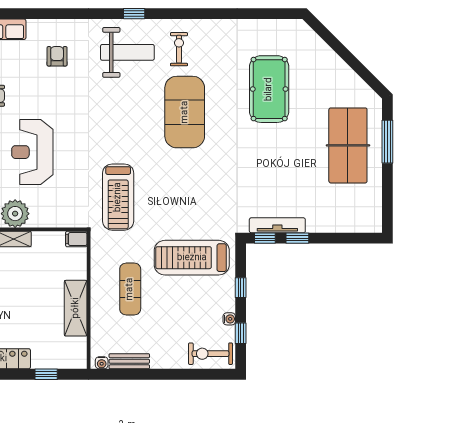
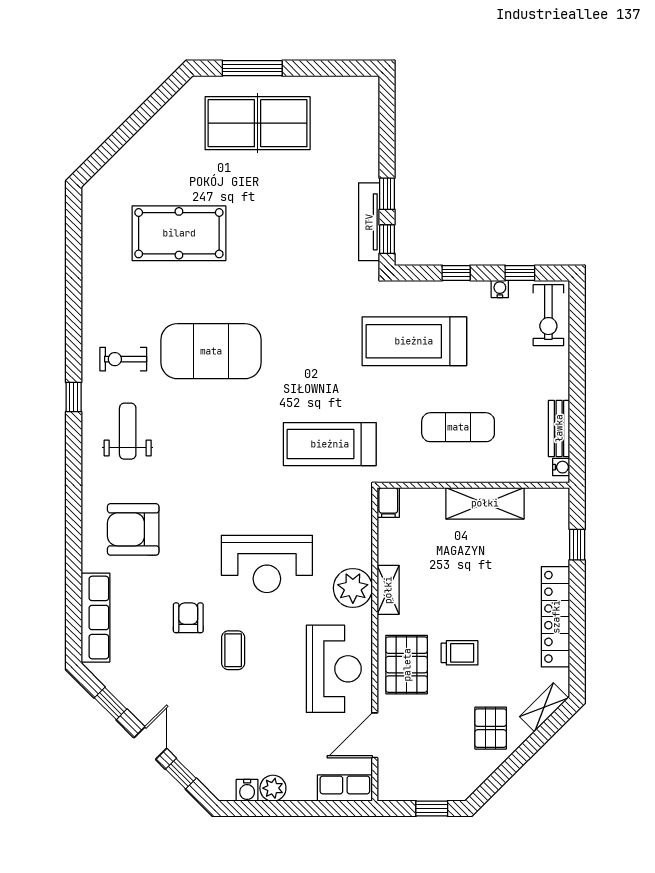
window: (134, 14) -> (74, 397), moved
weight bench: (127, 52) -> (128, 431), width x0.73, depth x0.75
armchair: (57, 56) -> (133, 529), width x1.88, depth x1.88
treadmill: (118, 197) -> (330, 444), turned 180
treadmill: (192, 258) -> (414, 341), turned 90

